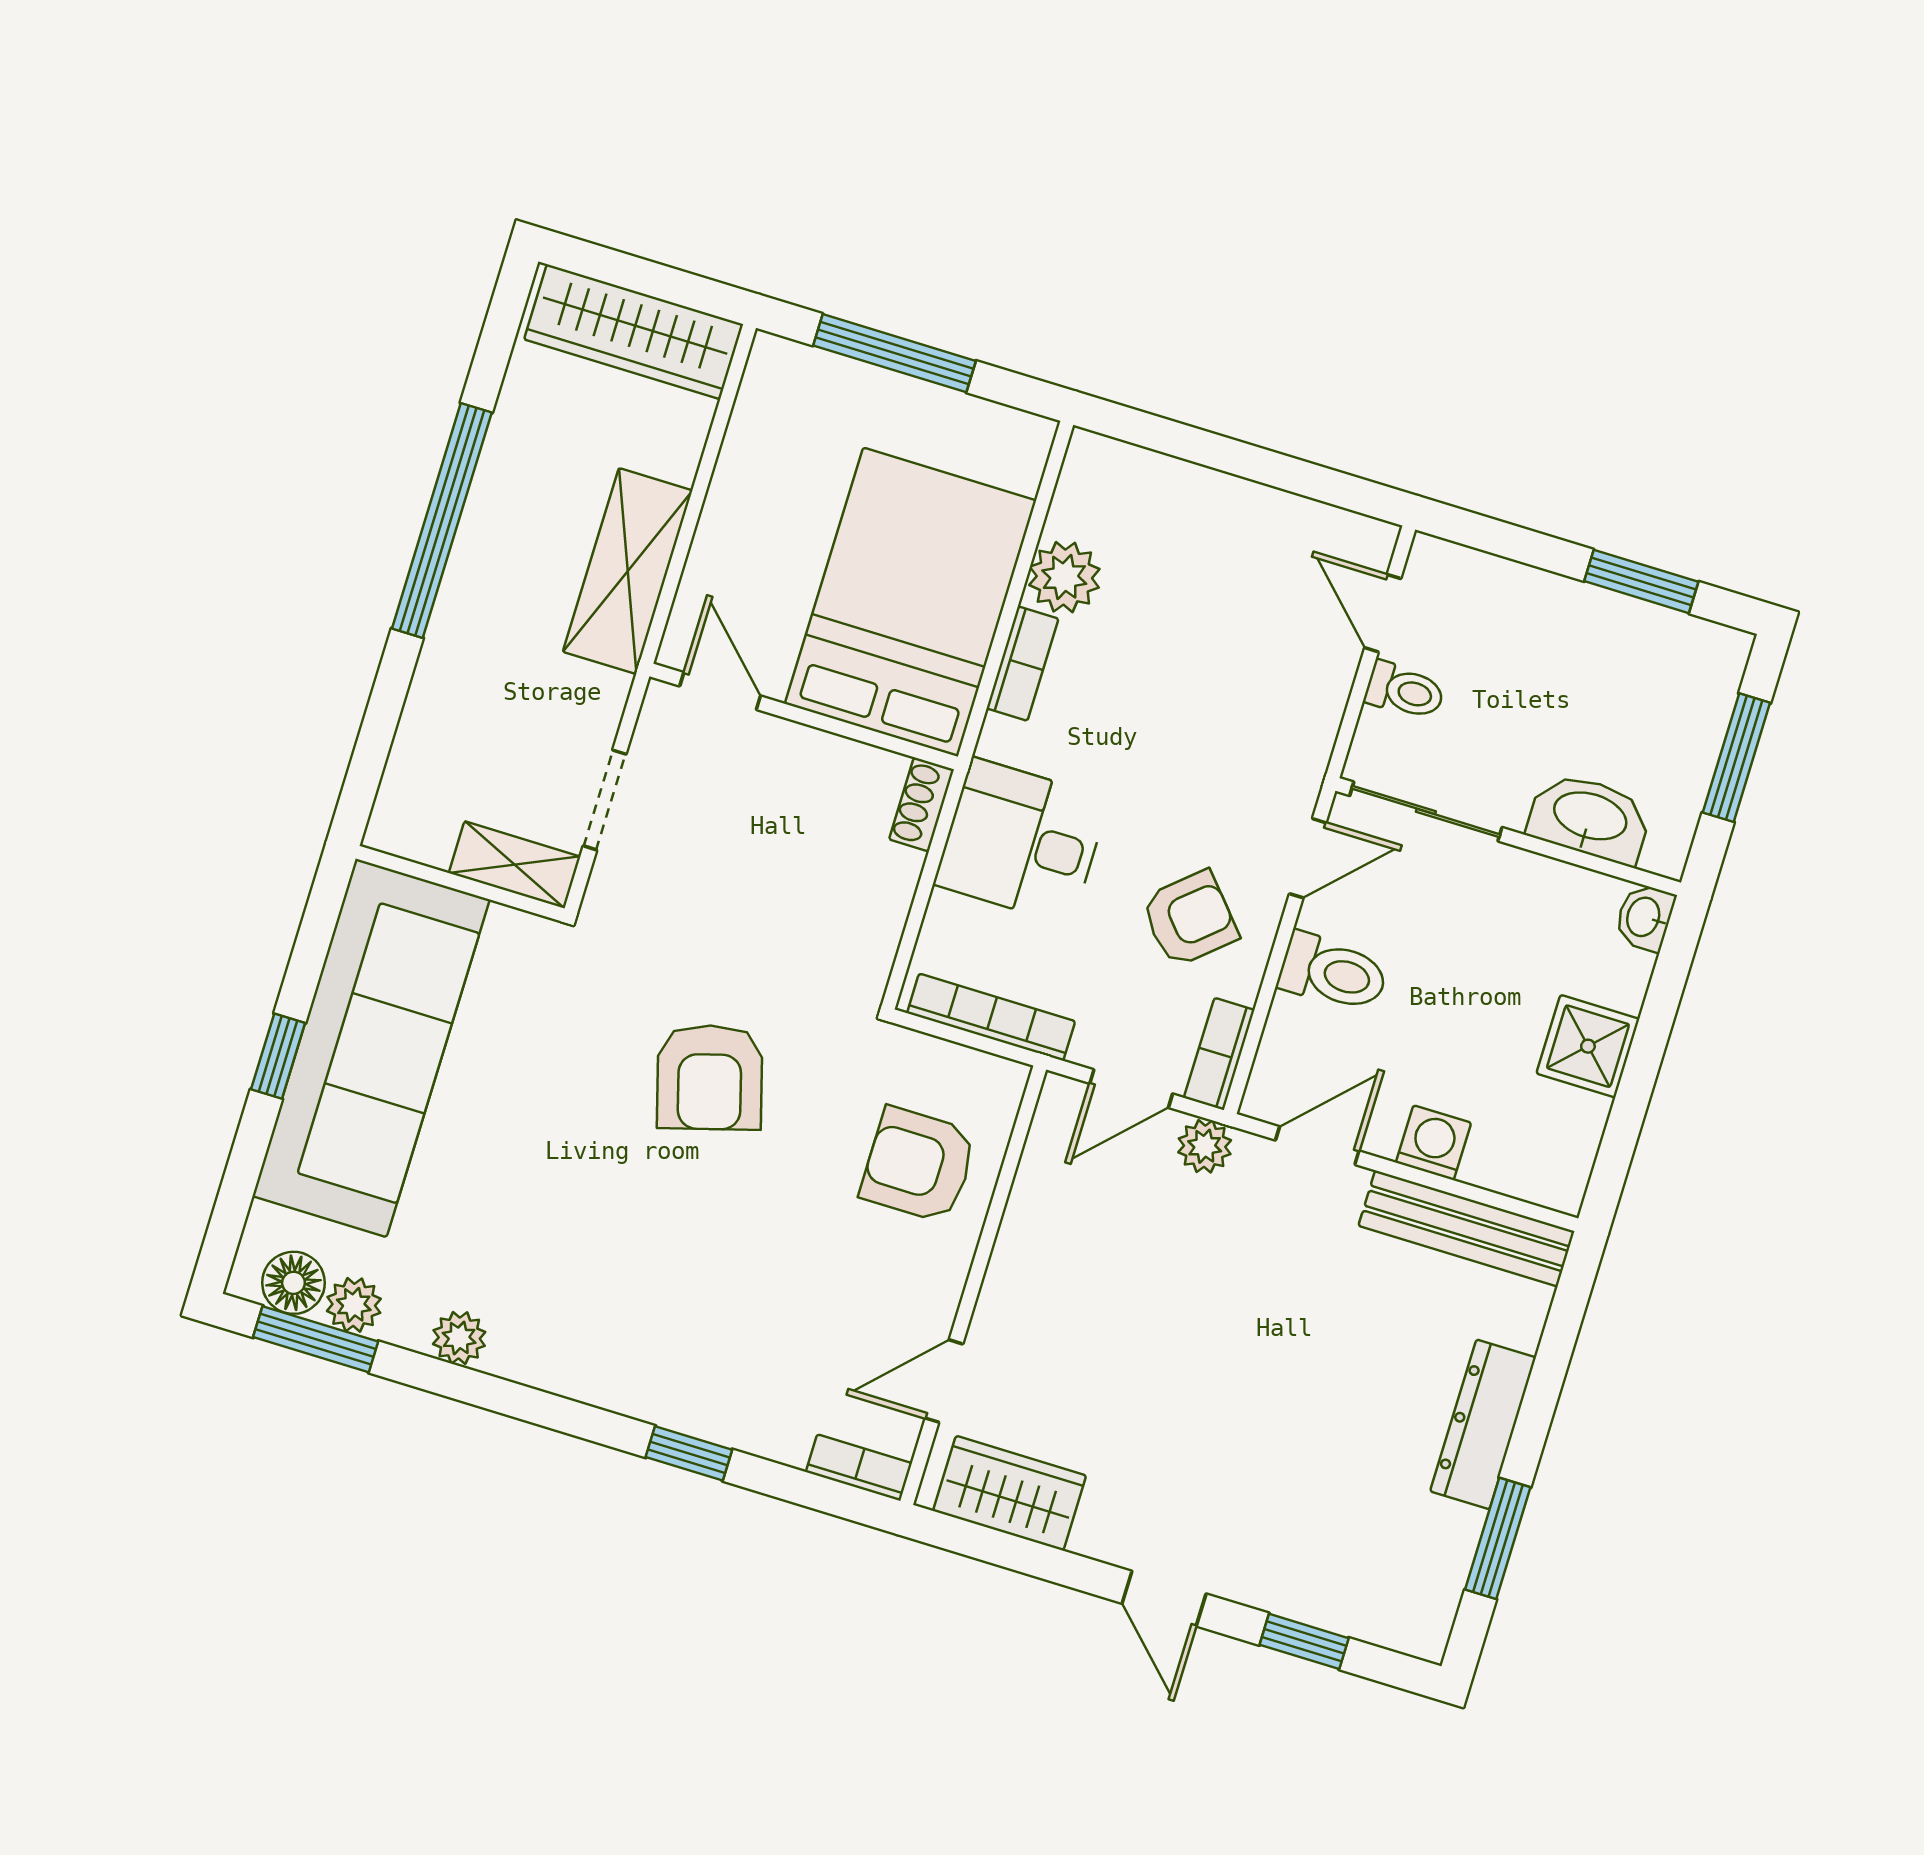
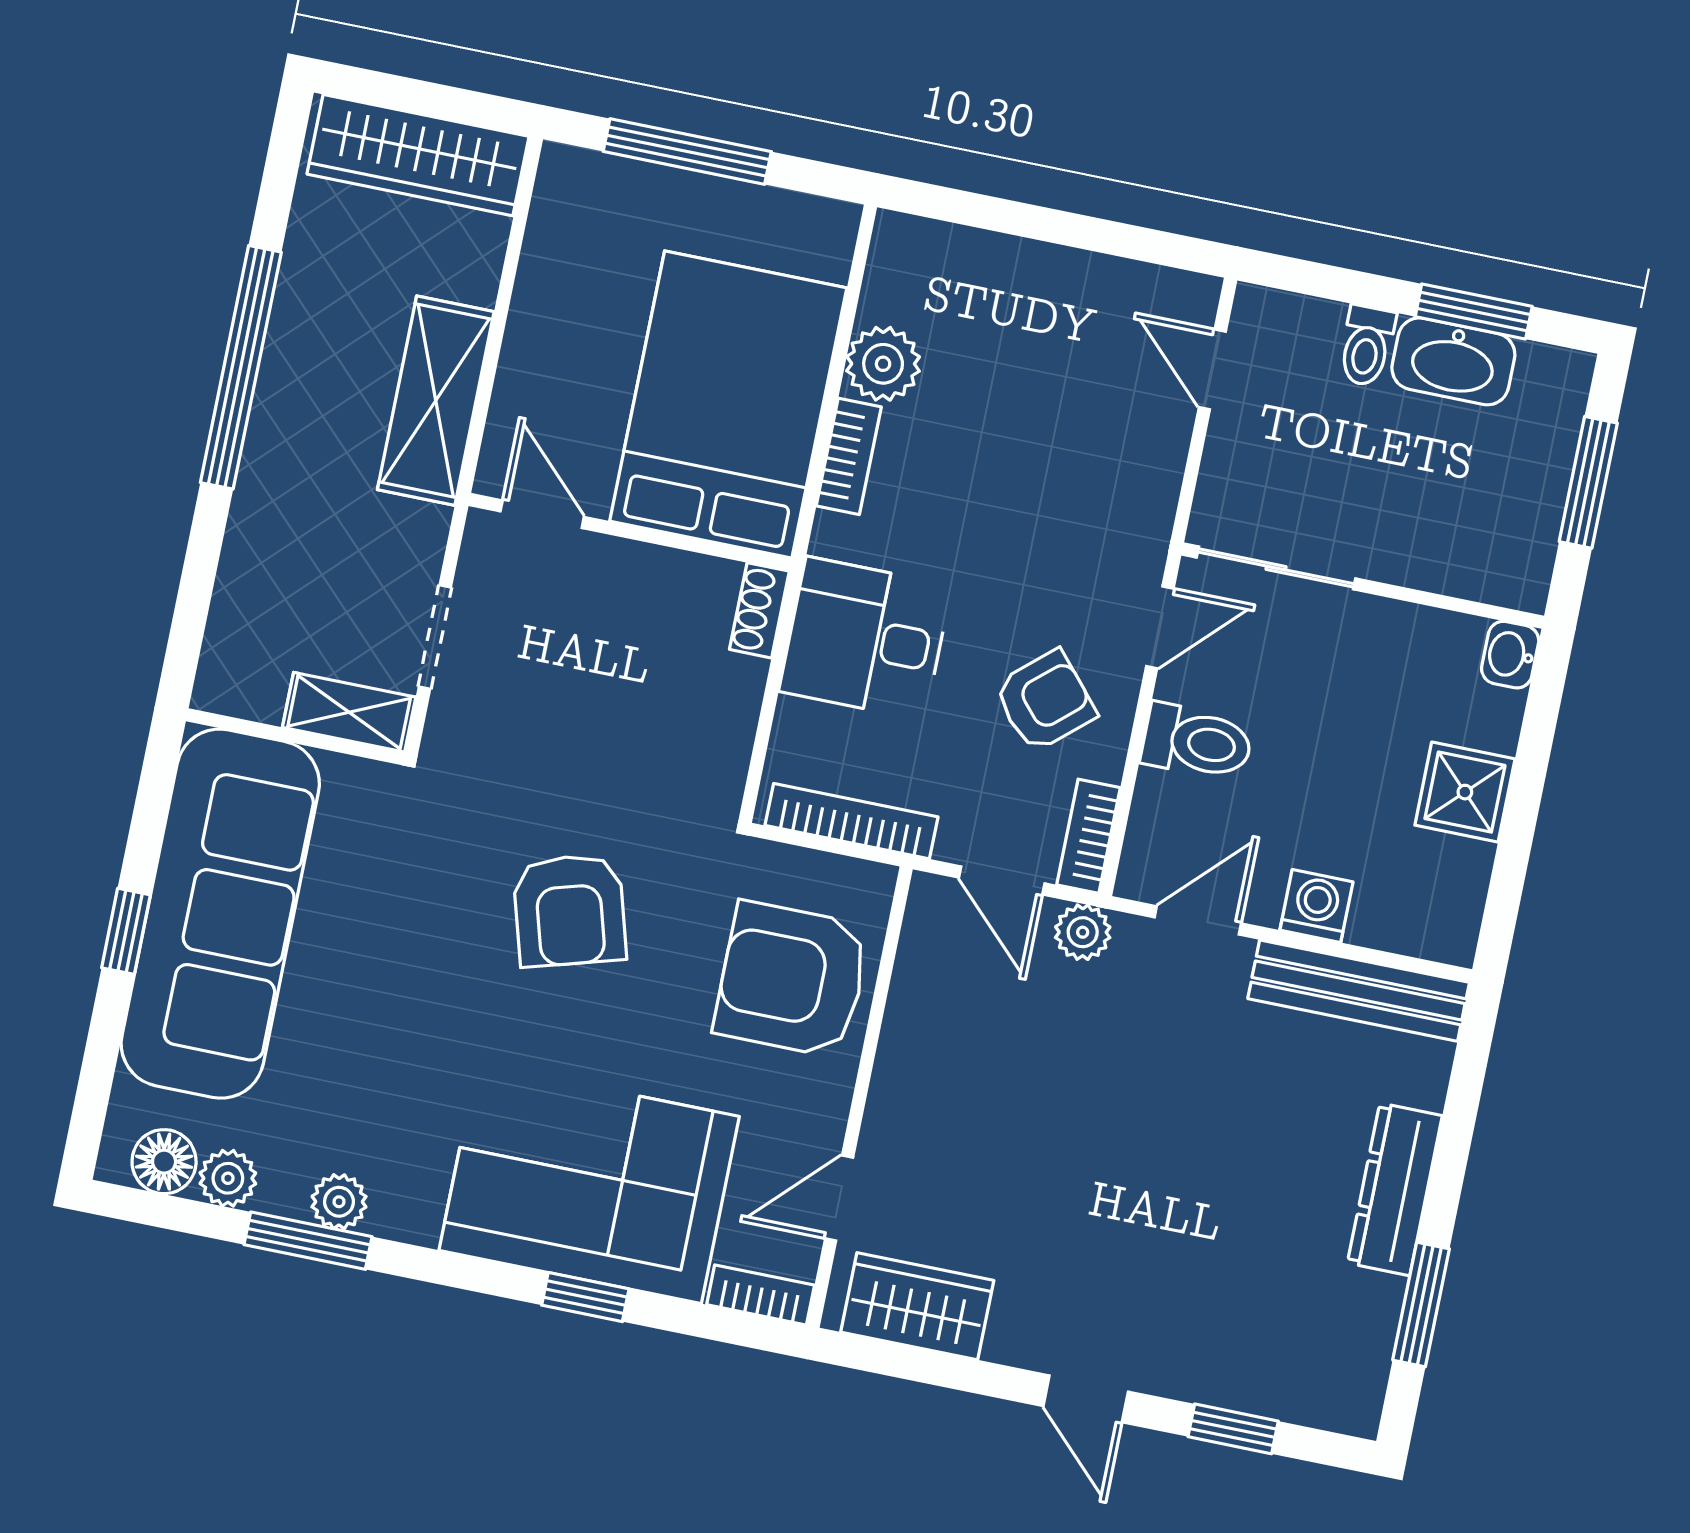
toilet: (1405, 691) -> (1367, 346), moved, turned 90
washbasin: (1590, 818) -> (1453, 361), moved, turned 180
door: (1131, 1089) -> (1002, 880), hinge flipped
armchair: (919, 1165) -> (792, 979), width x1.36, depth x1.36
window: (316, 1339) -> (308, 1241), moved
corner sofa: (703, 1344) -> (589, 1183), added

